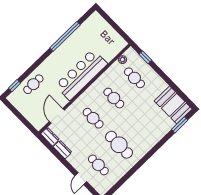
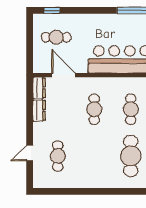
cafe table: (33, 84) -> (56, 37), moved
door: (57, 116) -> (63, 75), hinge flipped
cafe table: (119, 145) -> (131, 156), moved

